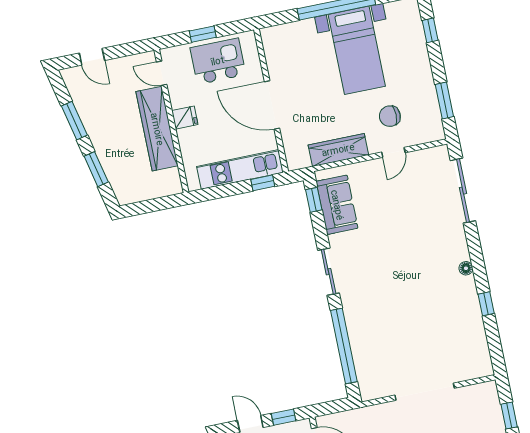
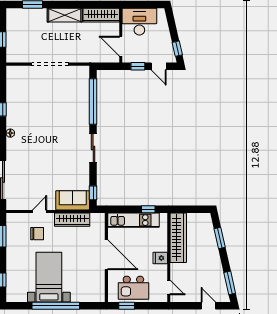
window: (203, 34) -> (127, 306), moved
window: (74, 121) -> (230, 283), moved
wardrobe: (157, 129) -> (178, 238), moved
window: (263, 183) -> (148, 209), moved
sofa: (337, 205) -> (73, 200), moved, turned 90

